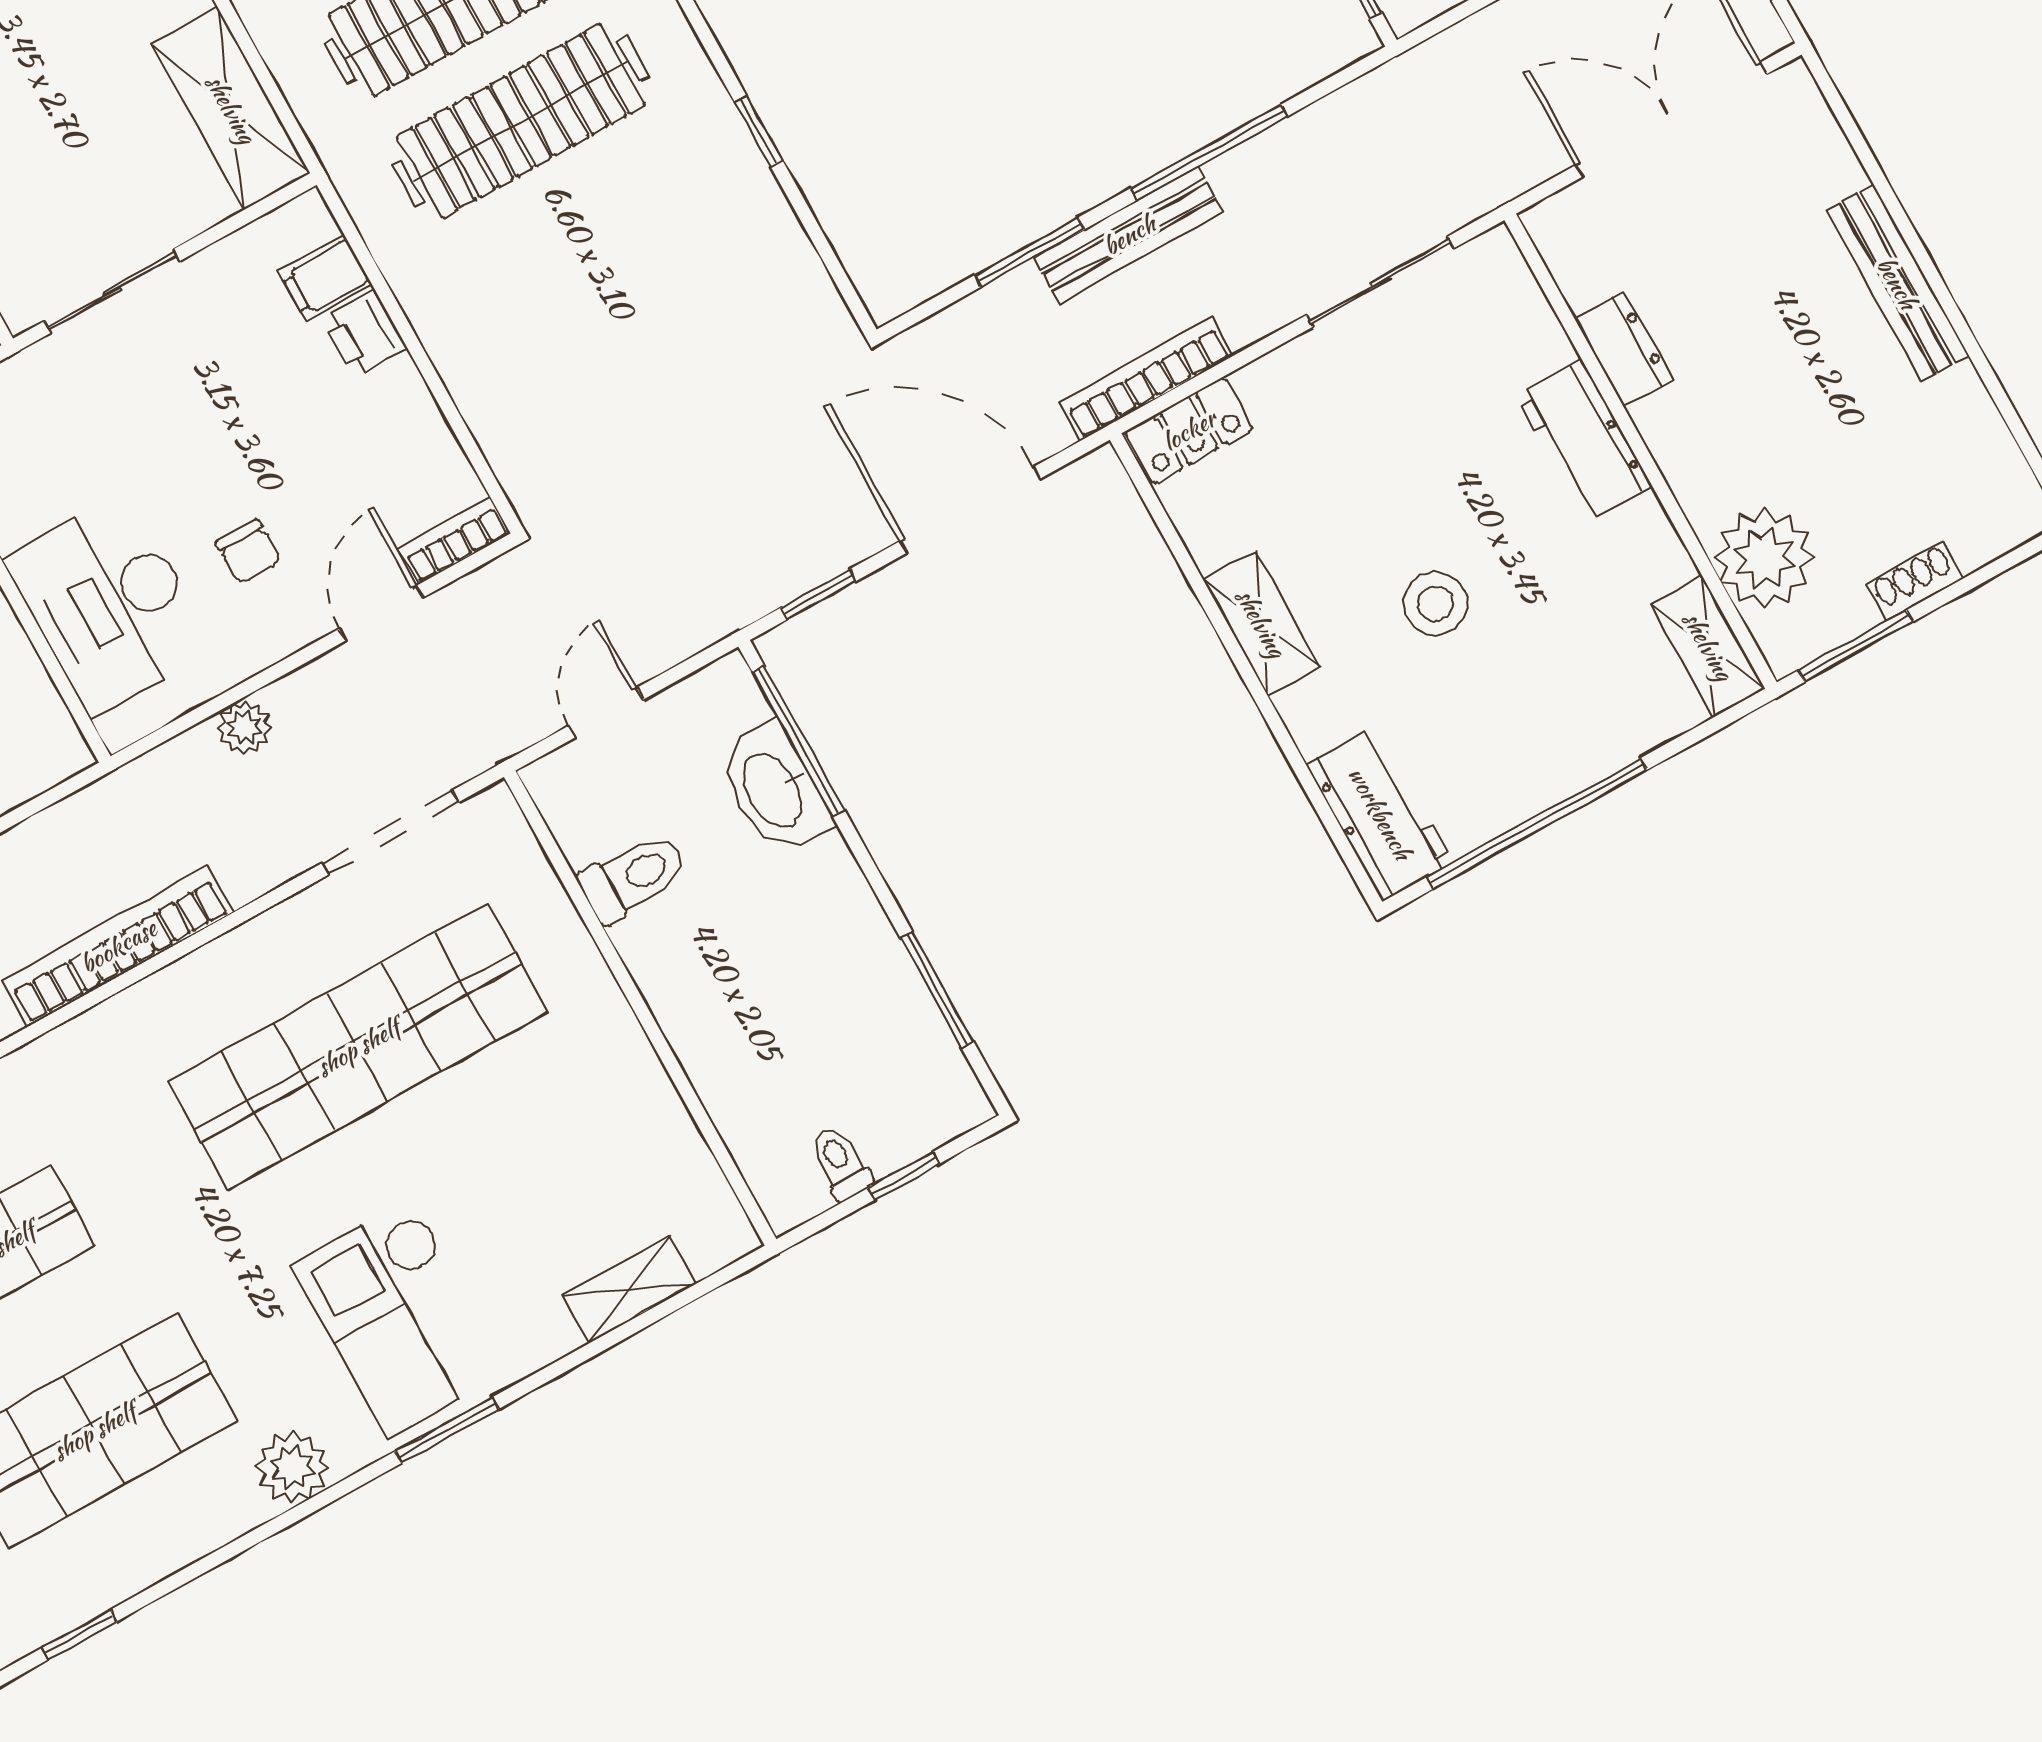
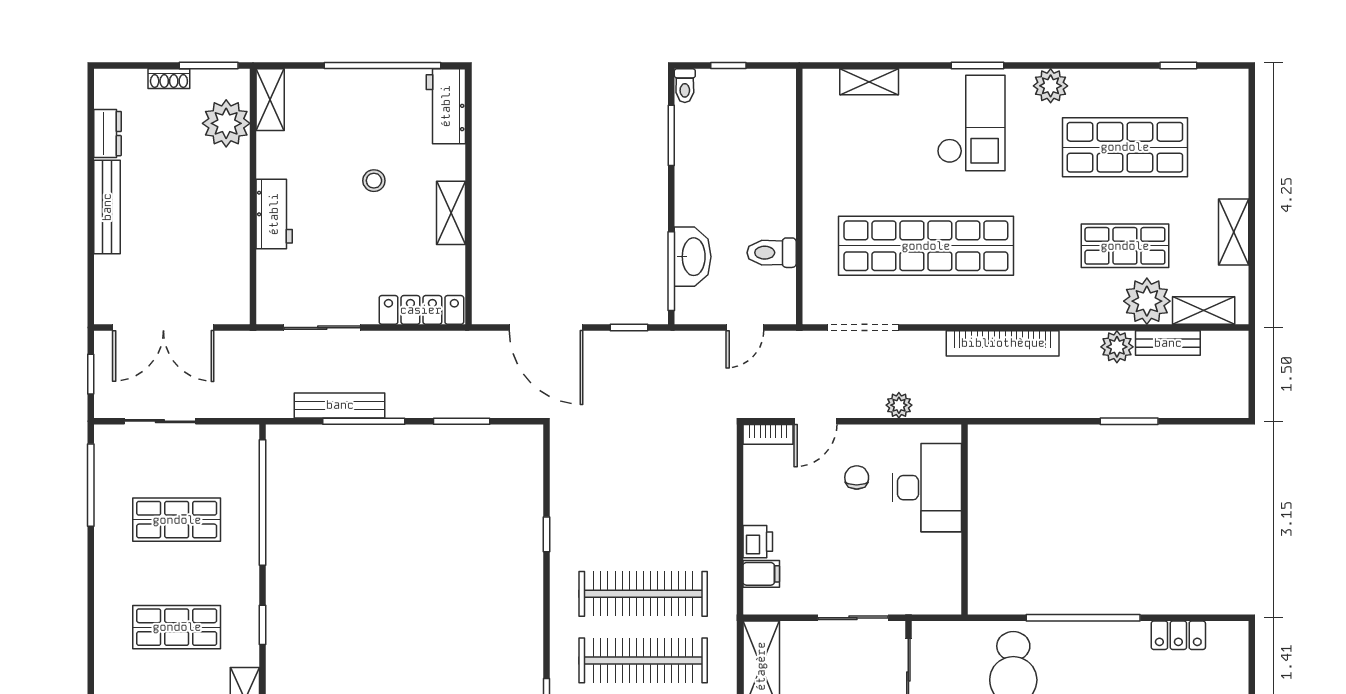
bench: (1129, 235) -> (340, 405), moved
dresser: (1624, 349) -> (108, 134), moved, turned 180
bookcase: (1146, 379) -> (442, 341), removed
locker: (1189, 430) -> (421, 310), width x1.53
stool: (1435, 603) -> (374, 181), width x0.73, depth x0.73
toilet: (840, 1163) -> (685, 86), moved

